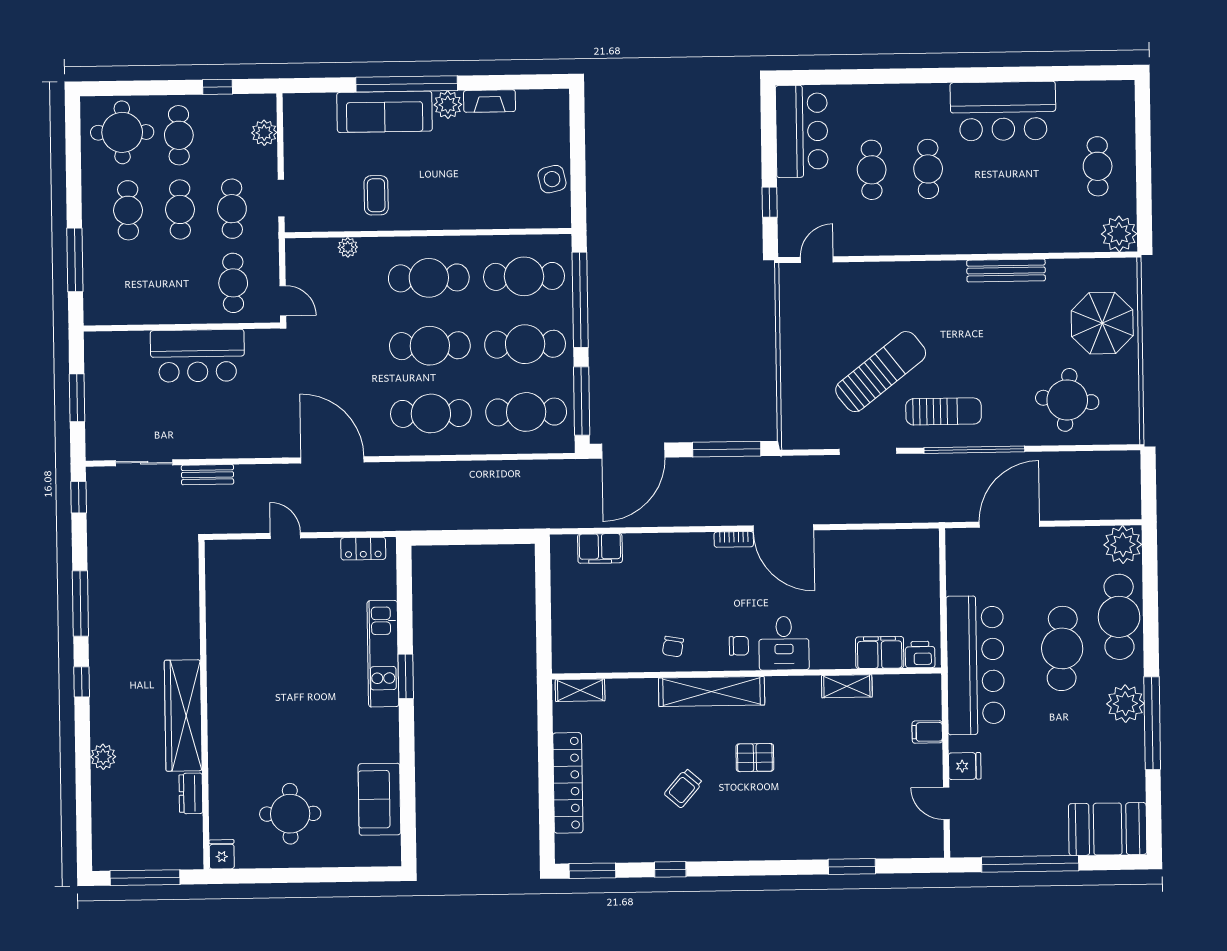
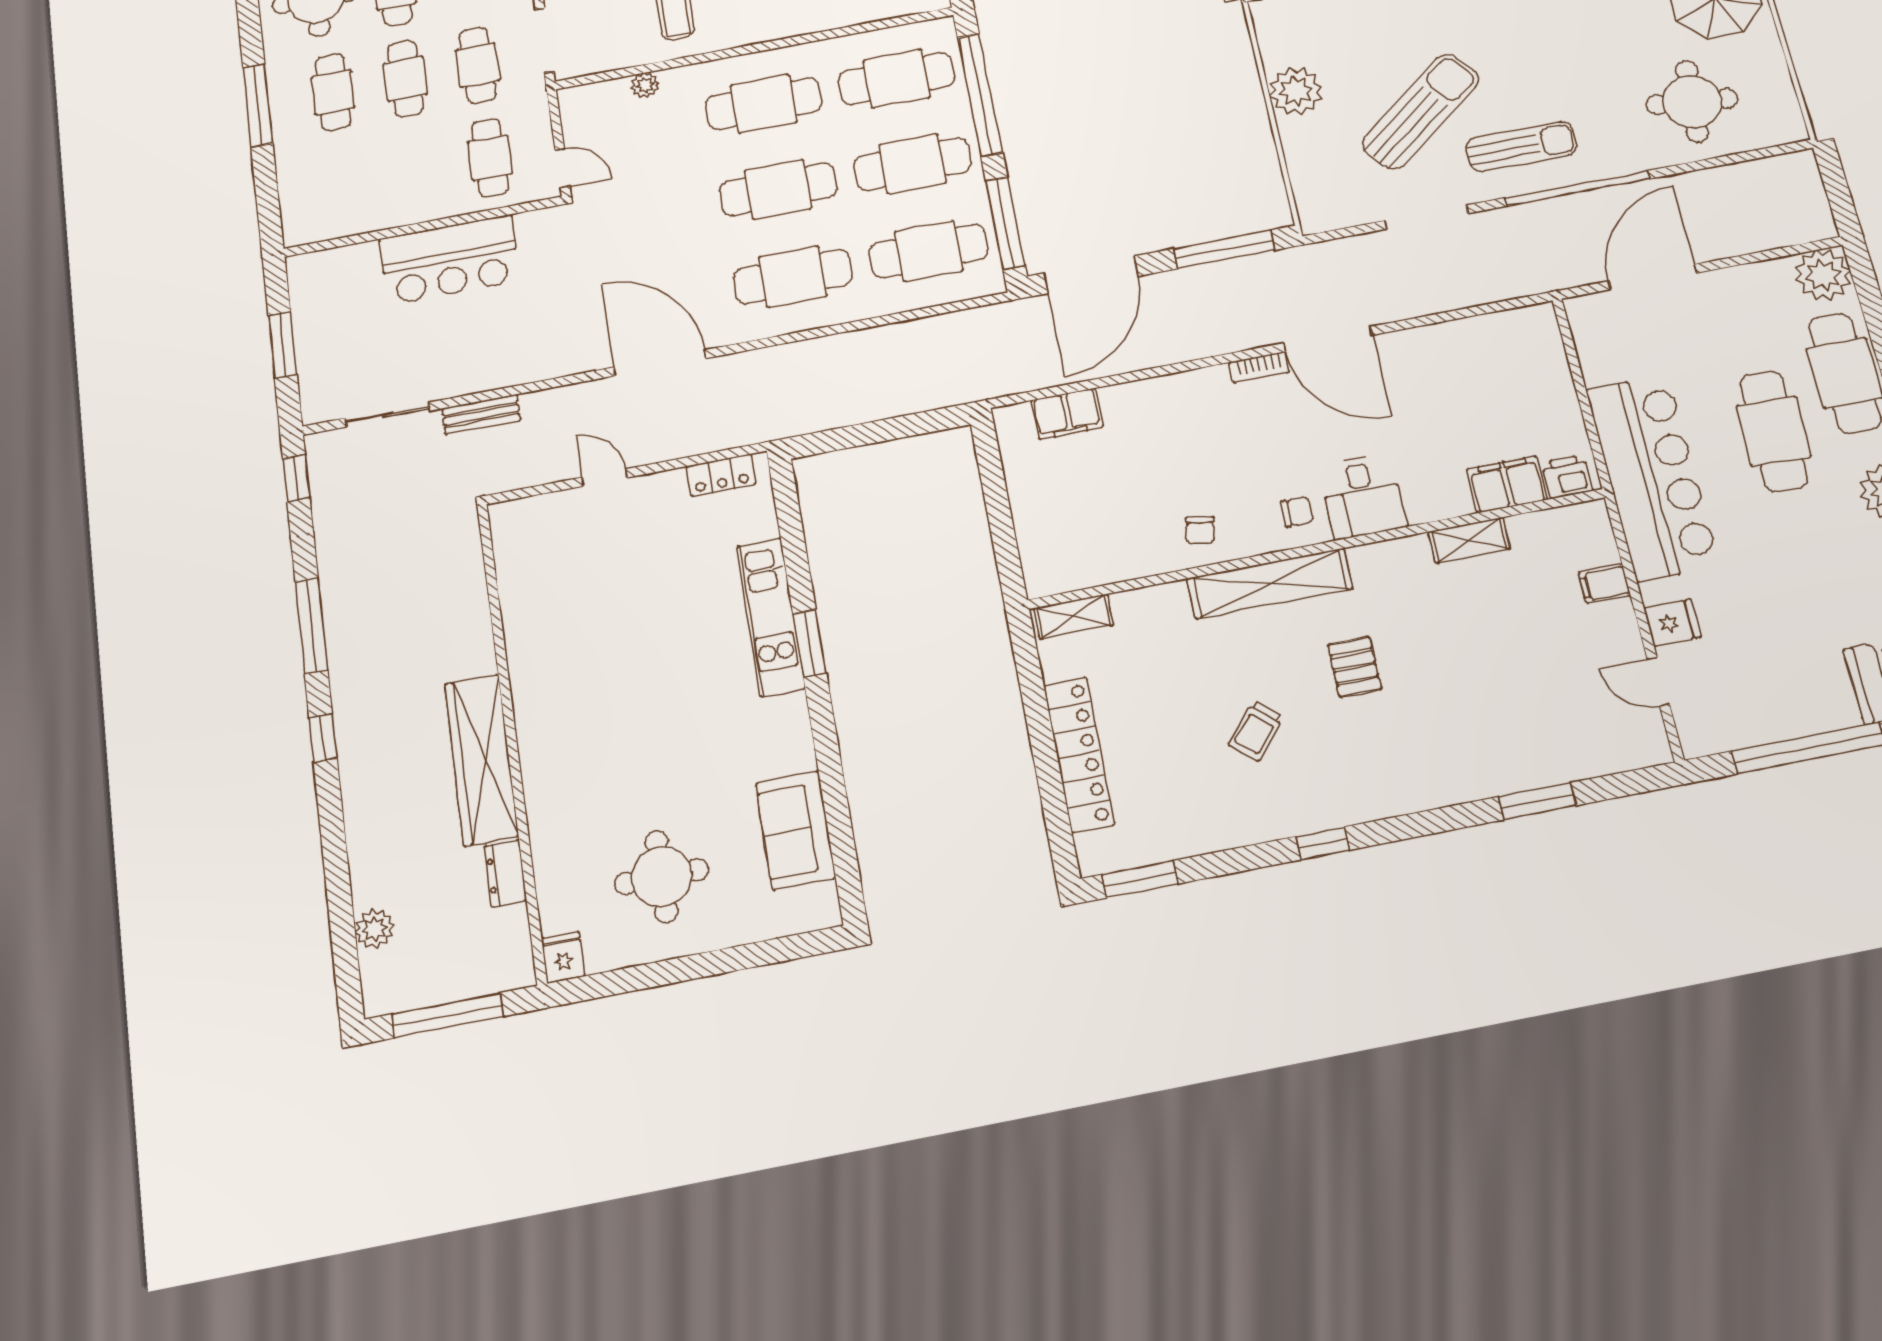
doorway: (281, 198) -> (544, 40), width x1.38
window: (75, 260) -> (258, 105), moved
plant: (798, 340) -> (1296, 91), added
plant: (103, 757) -> (375, 929), moved
pallet: (755, 758) -> (1355, 667), turned 90
window: (670, 869) -> (1323, 843), moved

